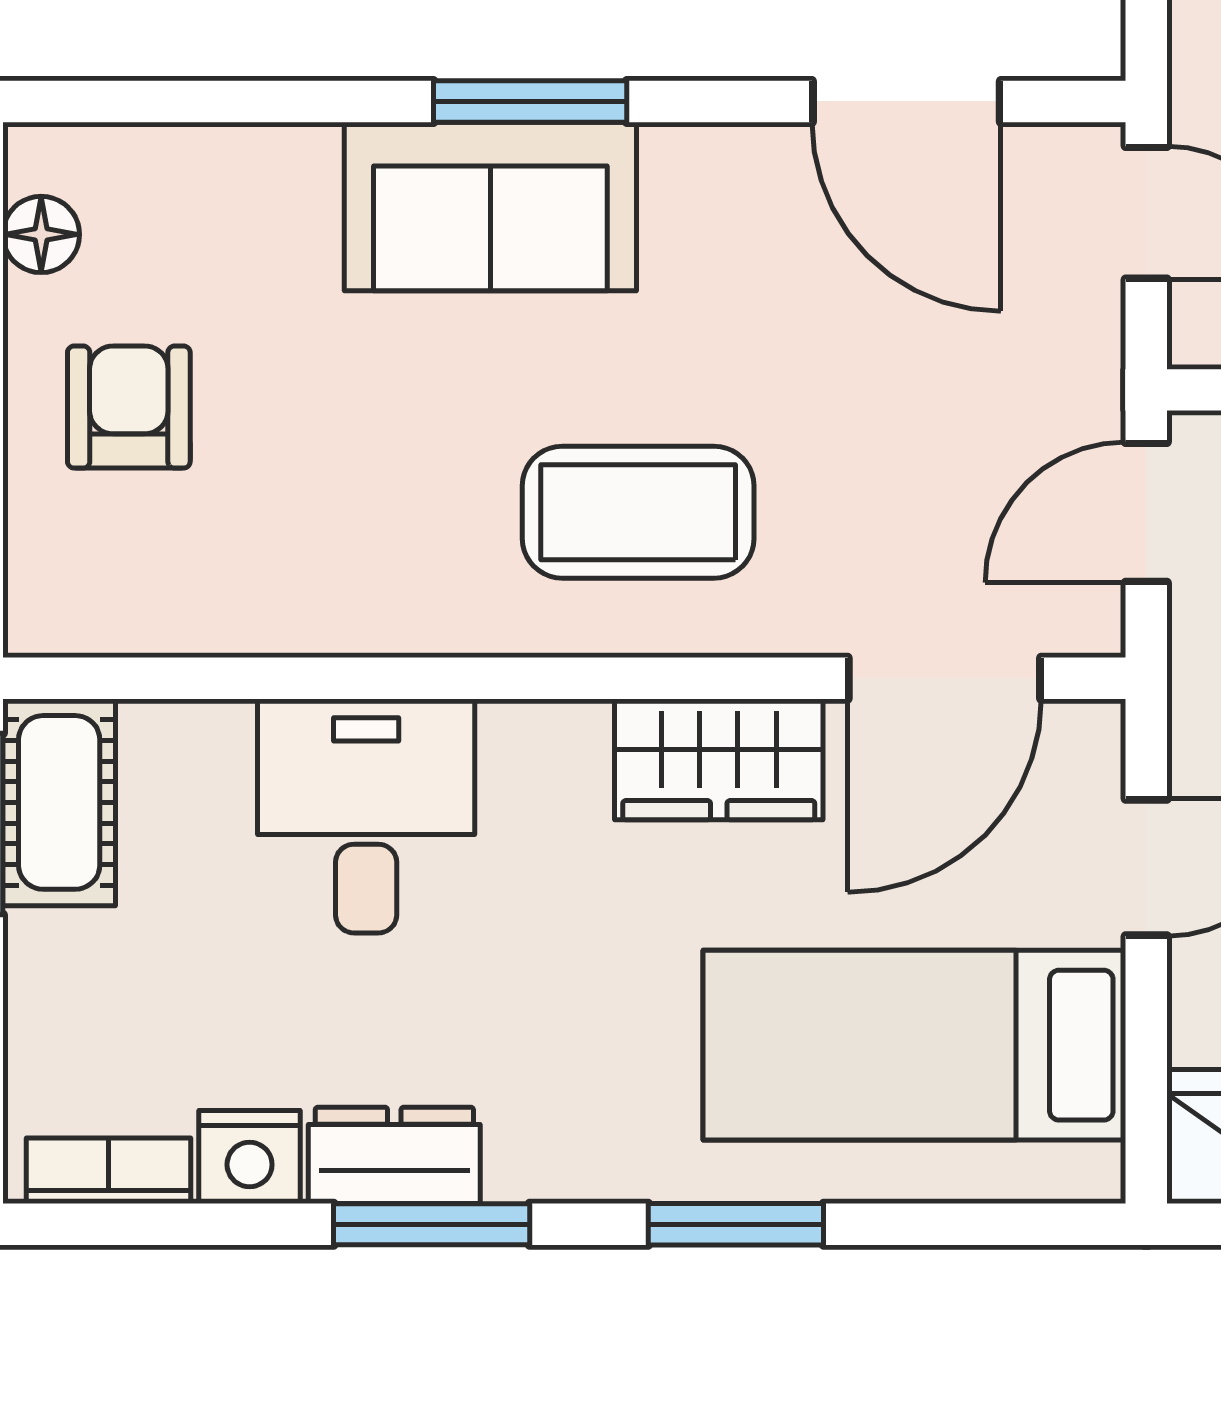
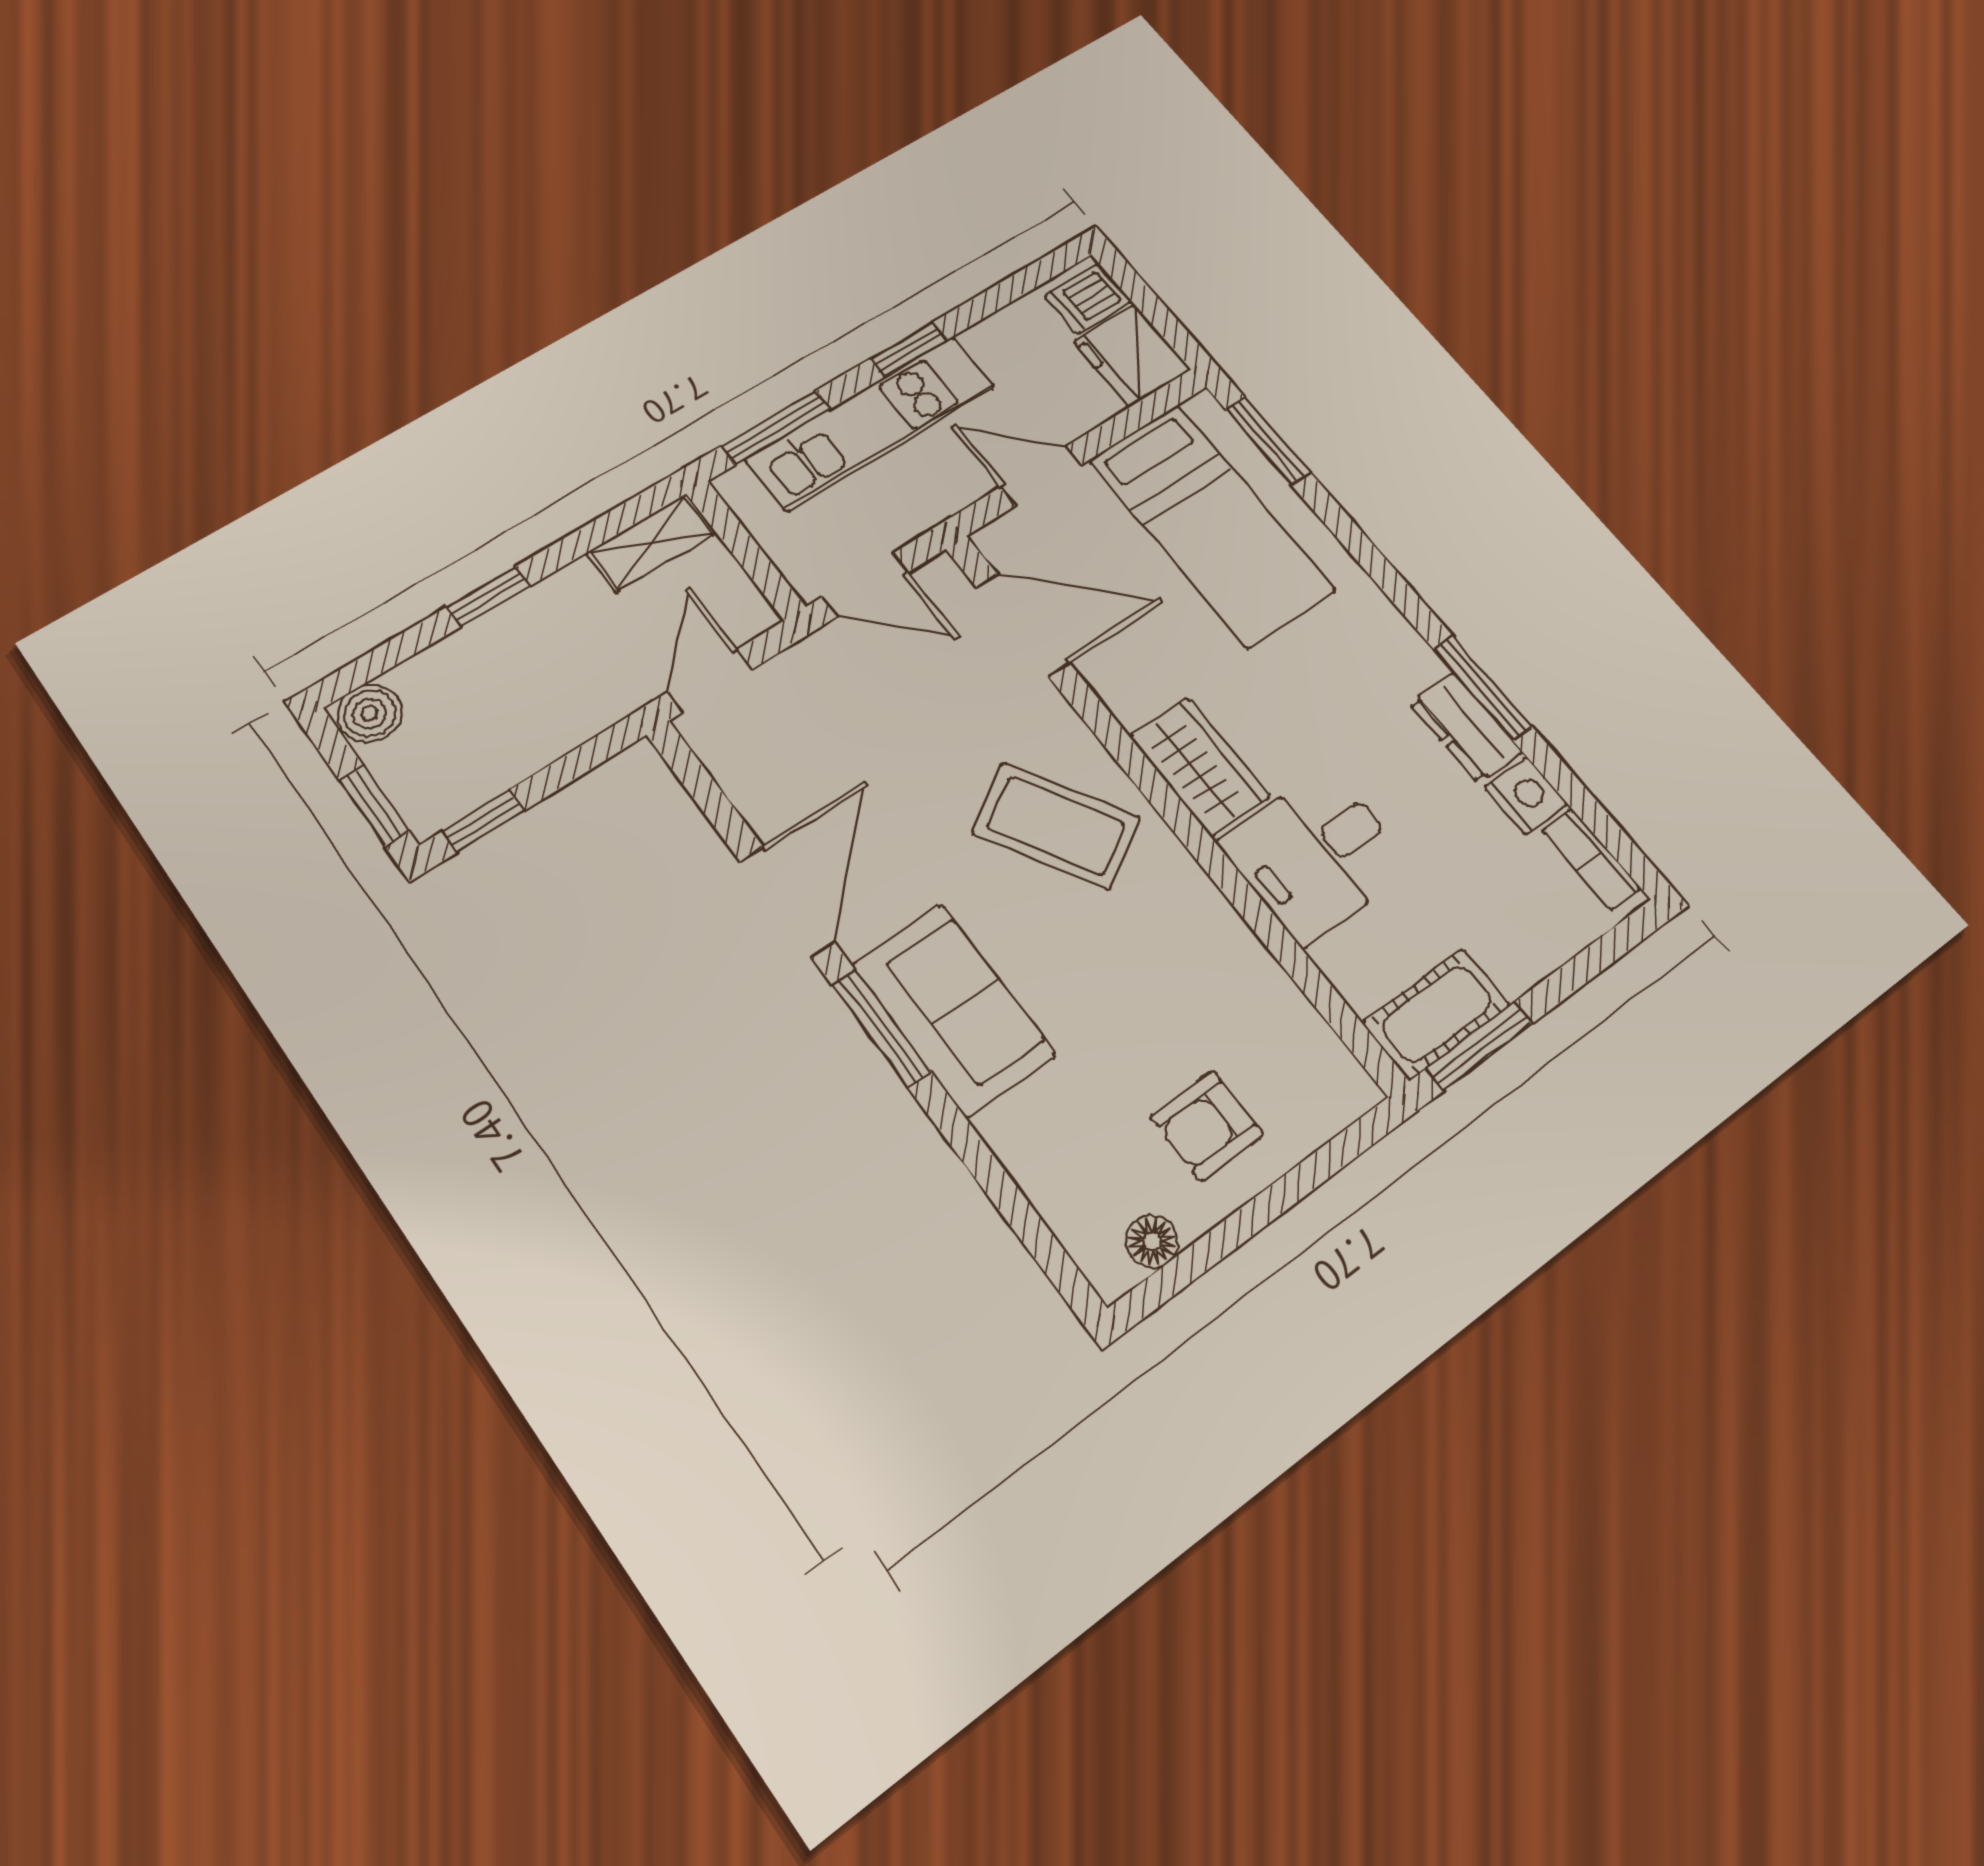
door: (906, 101) -> (787, 902), moved
coffee table: (638, 512) -> (1056, 826), turned -31
wardrobe: (719, 759) -> (1200, 767), moved
window: (736, 1224) -> (1268, 441), moved

